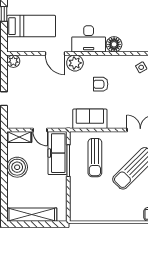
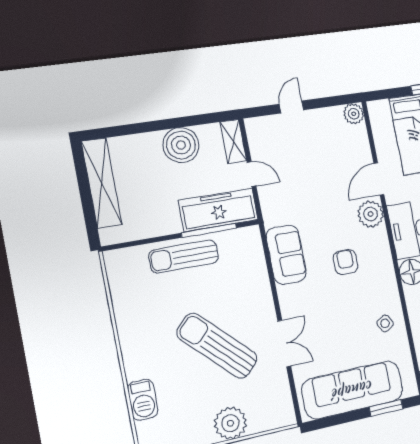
door: (40, 130) -> (252, 174), swing flipped
sun lounger: (95, 158) -> (184, 256), moved

